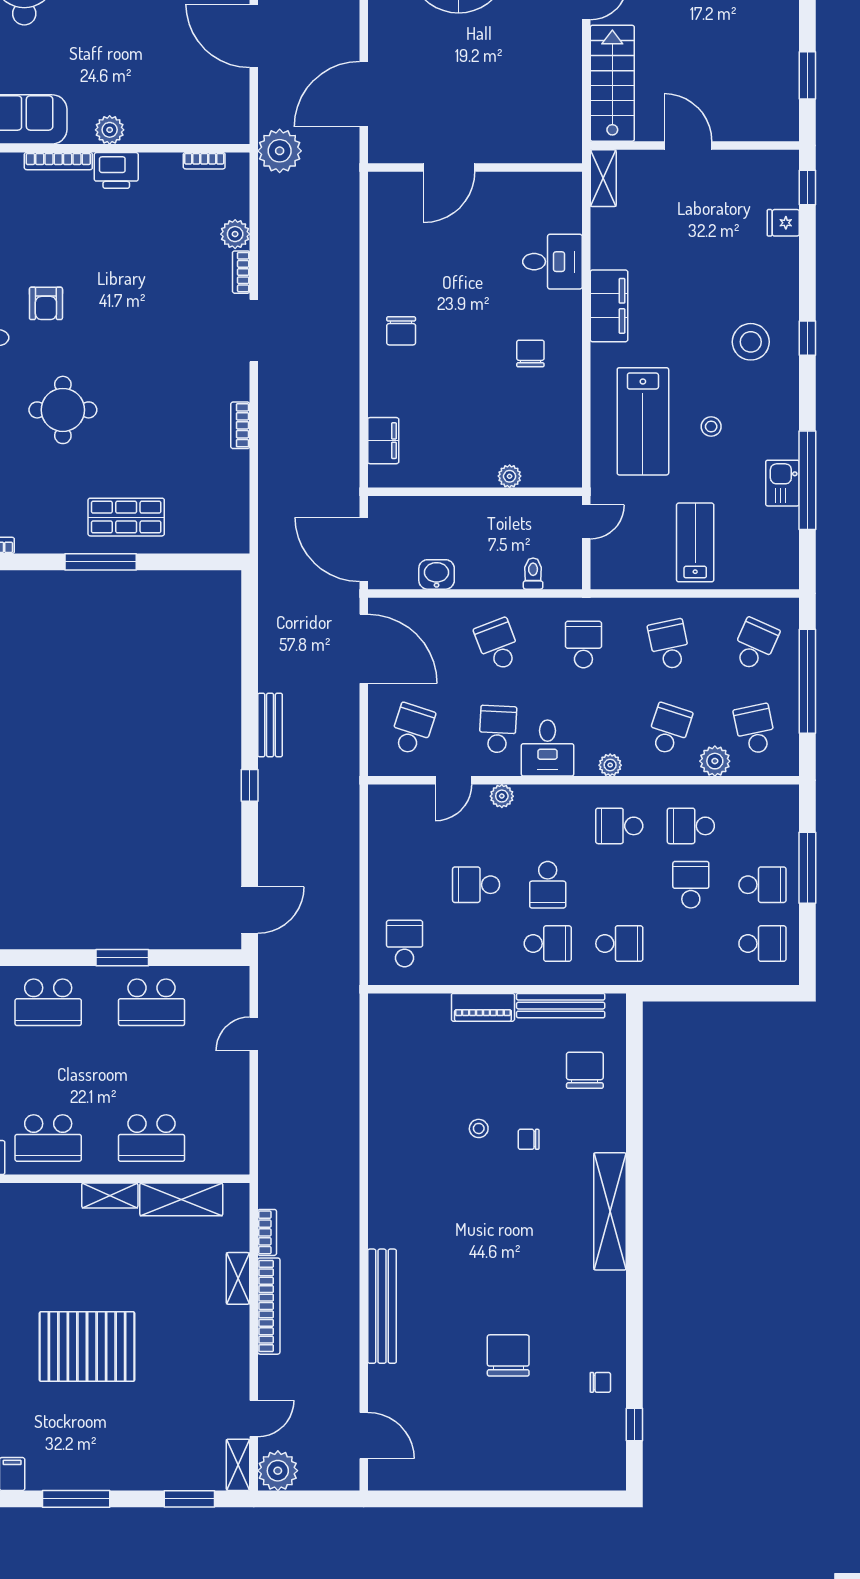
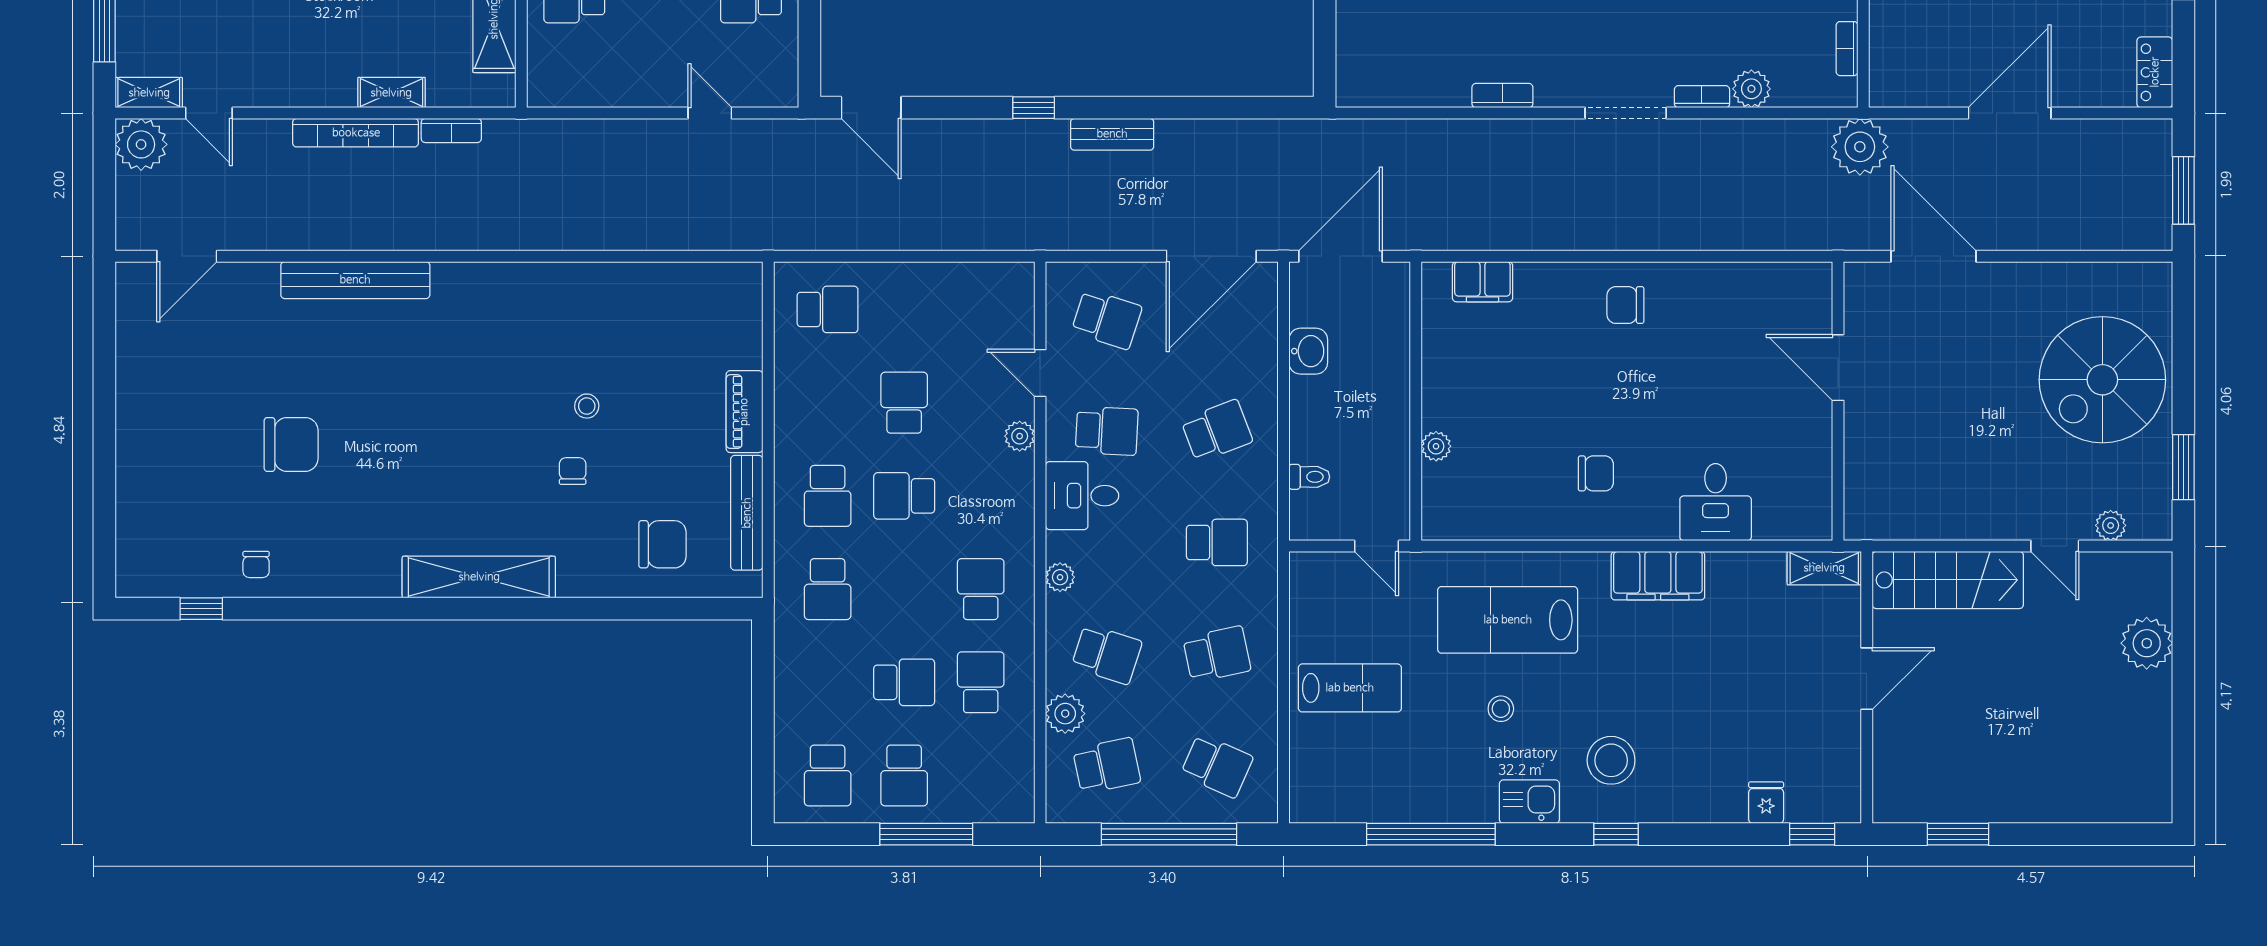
kitchen sink: (782, 483) -> (1529, 802), moved

